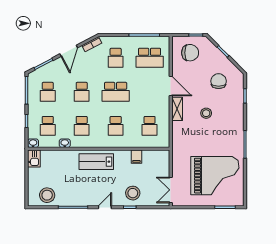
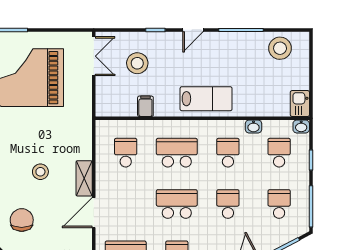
chair: (219, 81) -> (22, 220), turned 180
door: (171, 86) -> (94, 213), hinge flipped
school desk: (116, 126) -> (177, 153), width x1.85
stool: (133, 193) -> (137, 63), moved

